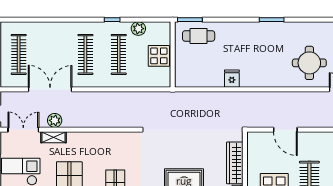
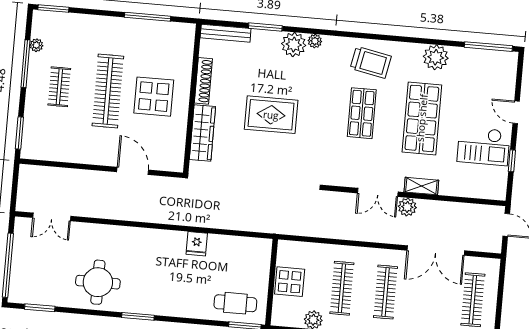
round table: (309, 63) -> (98, 282), moved
plant: (55, 120) -> (407, 207), moved
double door: (23, 130) -> (378, 192), moved
shelving: (53, 137) -> (421, 186), moved

